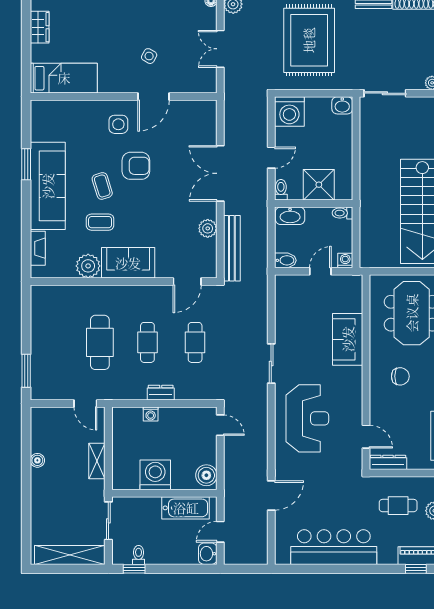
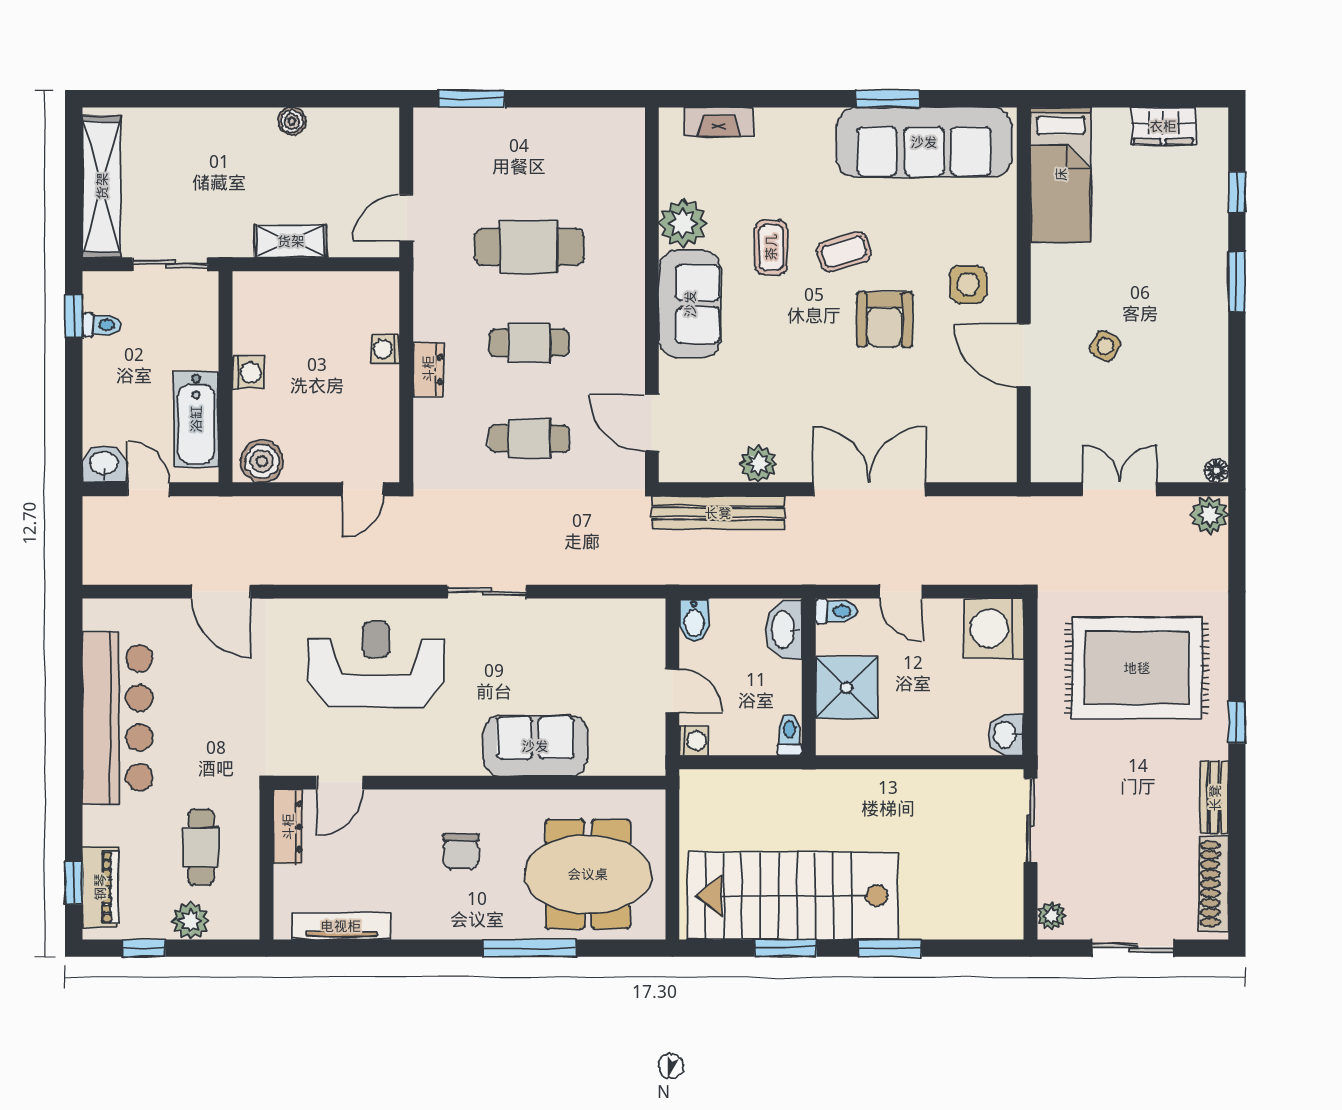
sofa: (48, 186) -> (924, 142), moved
reception desk: (307, 418) -> (376, 664), turned 180
washing machine: (155, 475) -> (248, 373), width x0.53, depth x0.53

